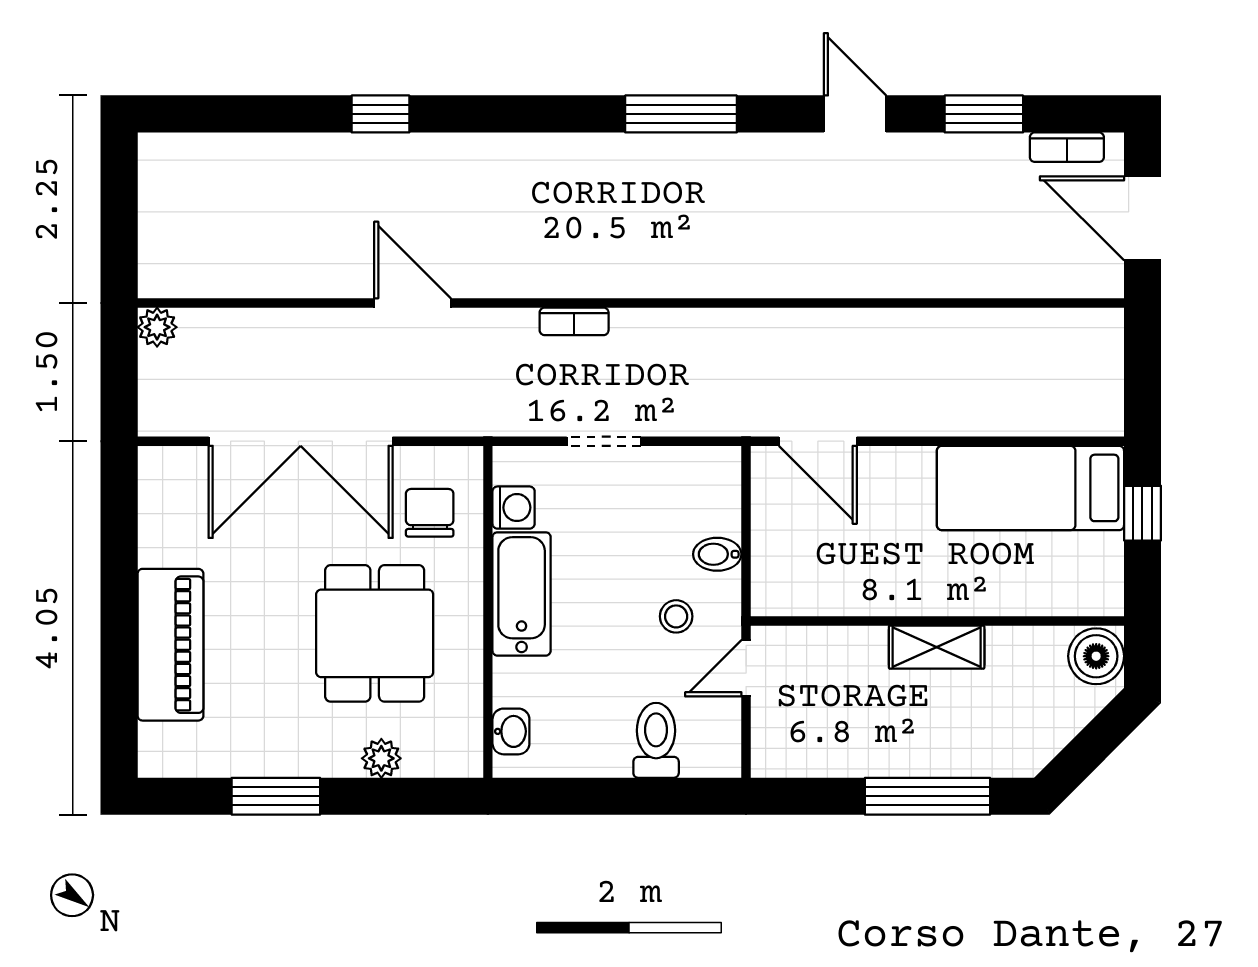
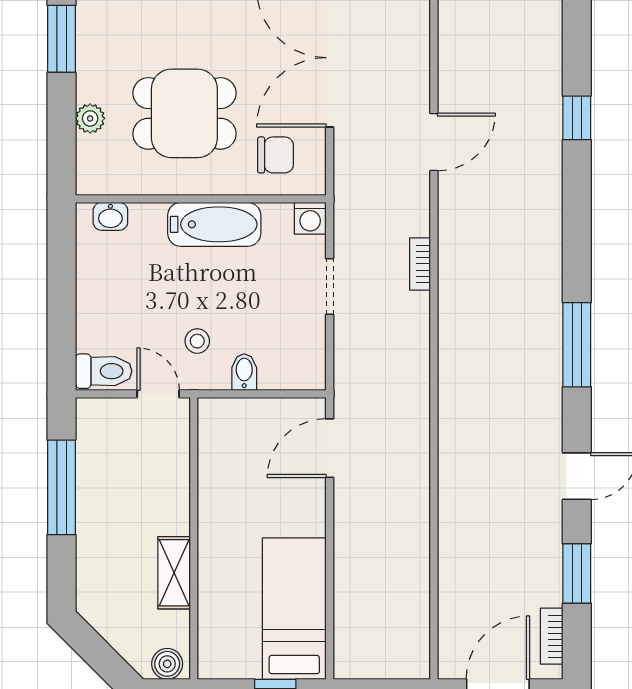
washing machine: (514, 508) -> (310, 218), moved
shelving: (937, 647) -> (174, 573), moved
boiler: (1096, 656) -> (167, 664), width x0.73, depth x0.73
toilet: (656, 740) -> (104, 371), moved
window: (927, 796) -> (61, 487), moved

